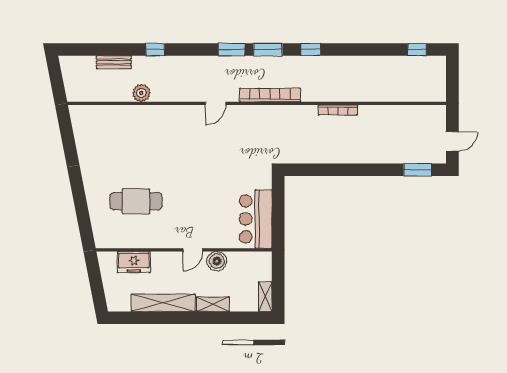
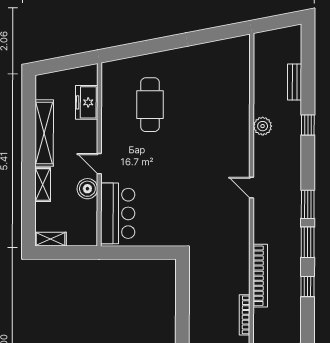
plant: (141, 93) -> (263, 126), moved
bookcase: (270, 95) -> (260, 276), moved
bar counter: (256, 219) -> (118, 213), moved, turned 90

